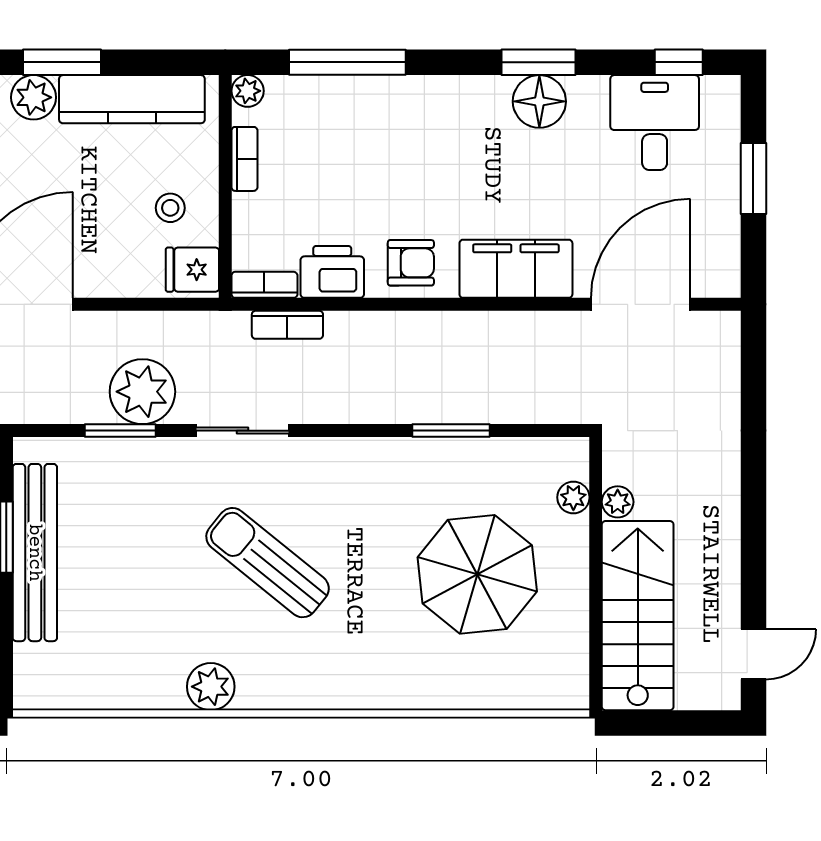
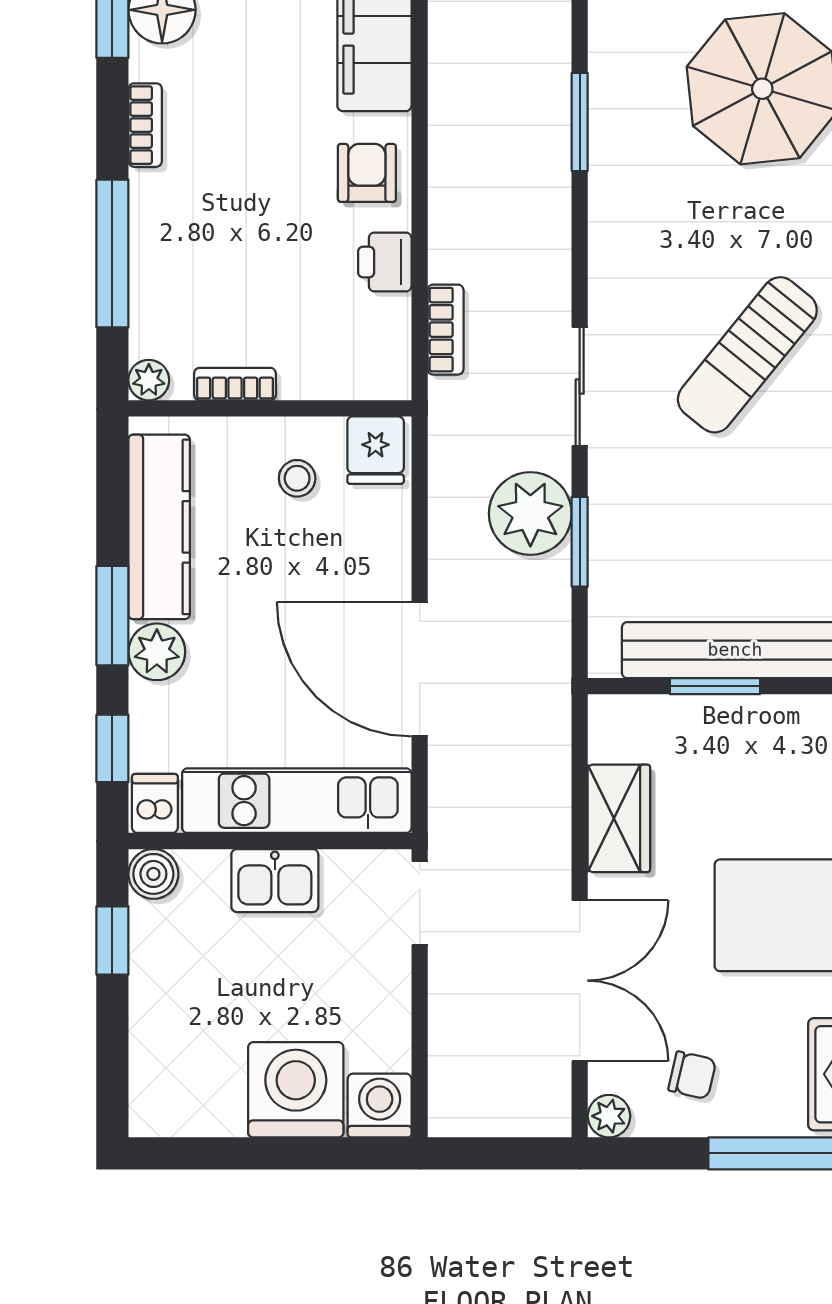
printer: (332, 272) -> (385, 262), width x0.73, depth x0.81
bookcase: (264, 285) -> (145, 125), moved, turned 180

